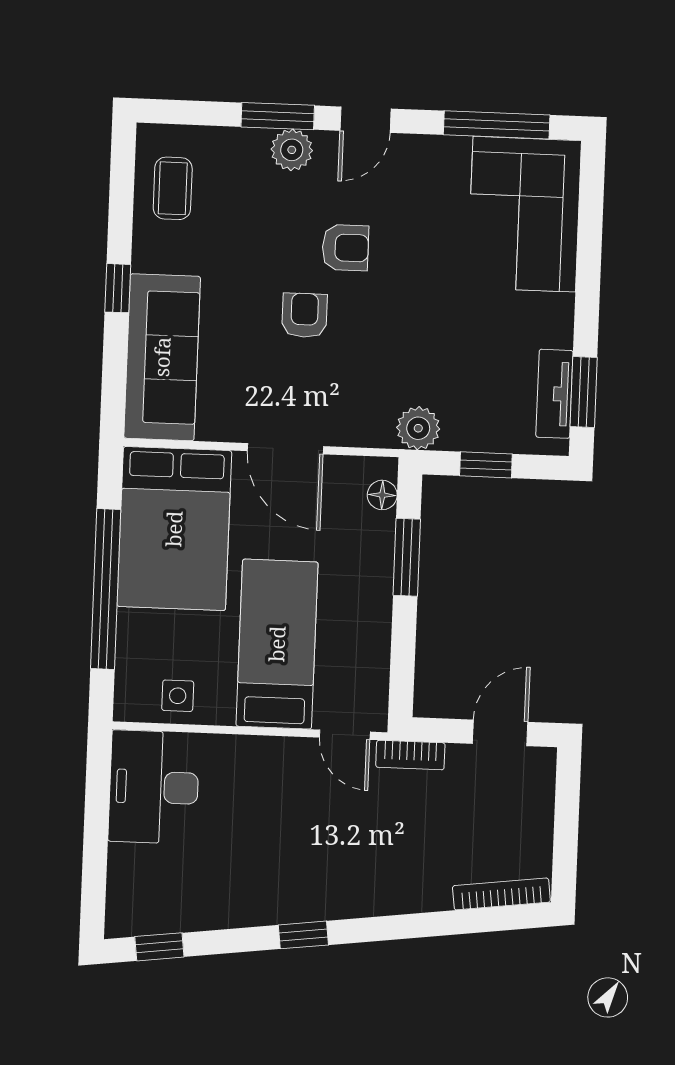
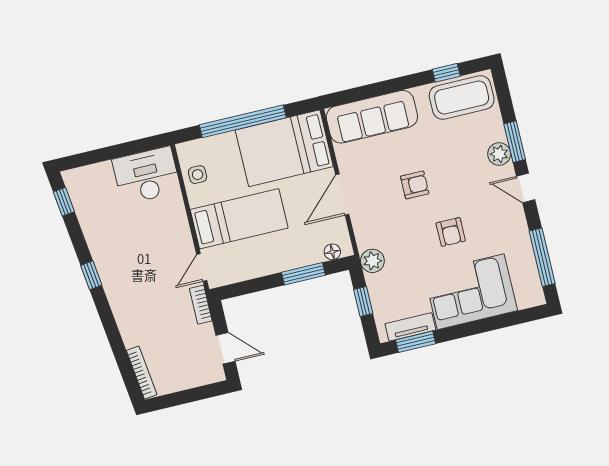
coffee table: (173, 188) -> (462, 98), width x1.86, depth x1.72
corner sofa: (524, 214) -> (471, 292), moved
armchair: (345, 248) -> (451, 232), moved
window: (118, 288) -> (446, 73), moved

